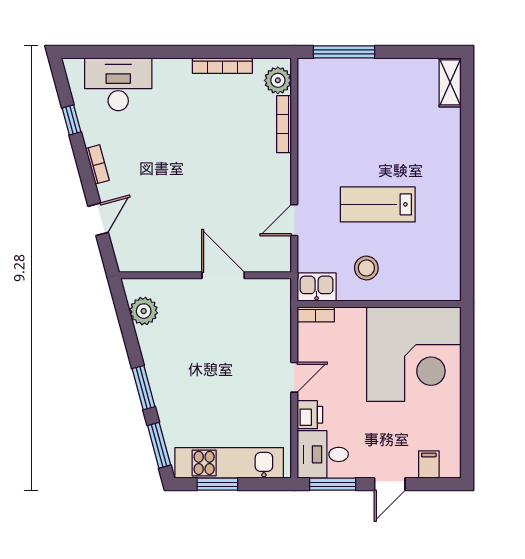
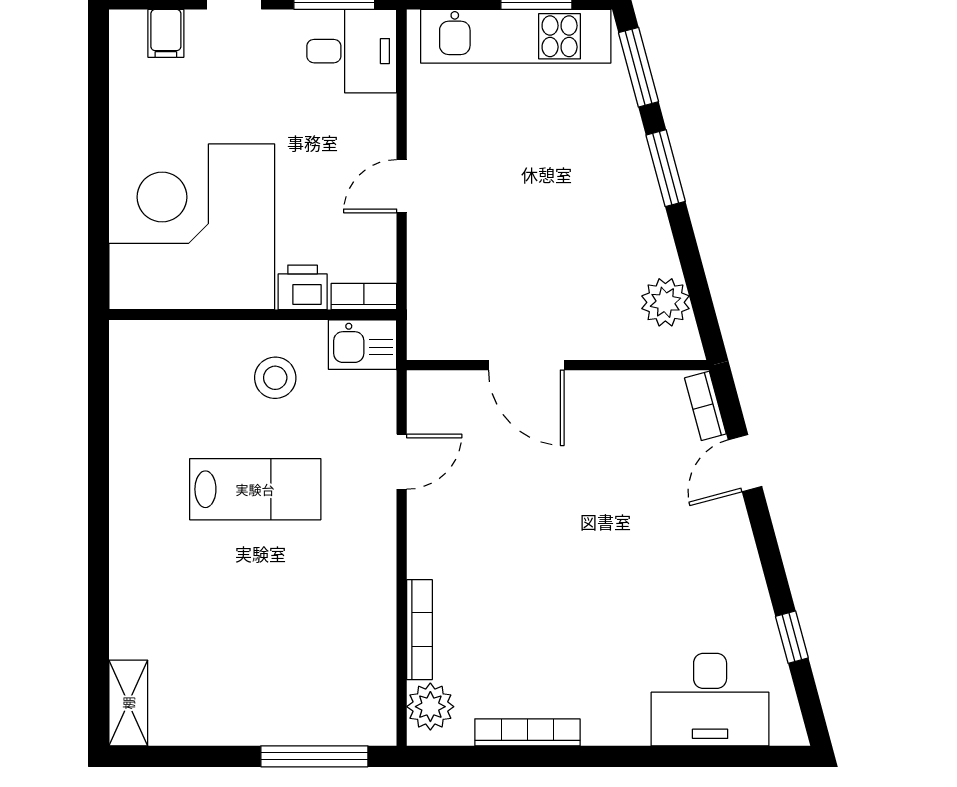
bookcase: (97, 164) -> (705, 406), moved
printer: (310, 415) -> (303, 287), moved, turned 90

